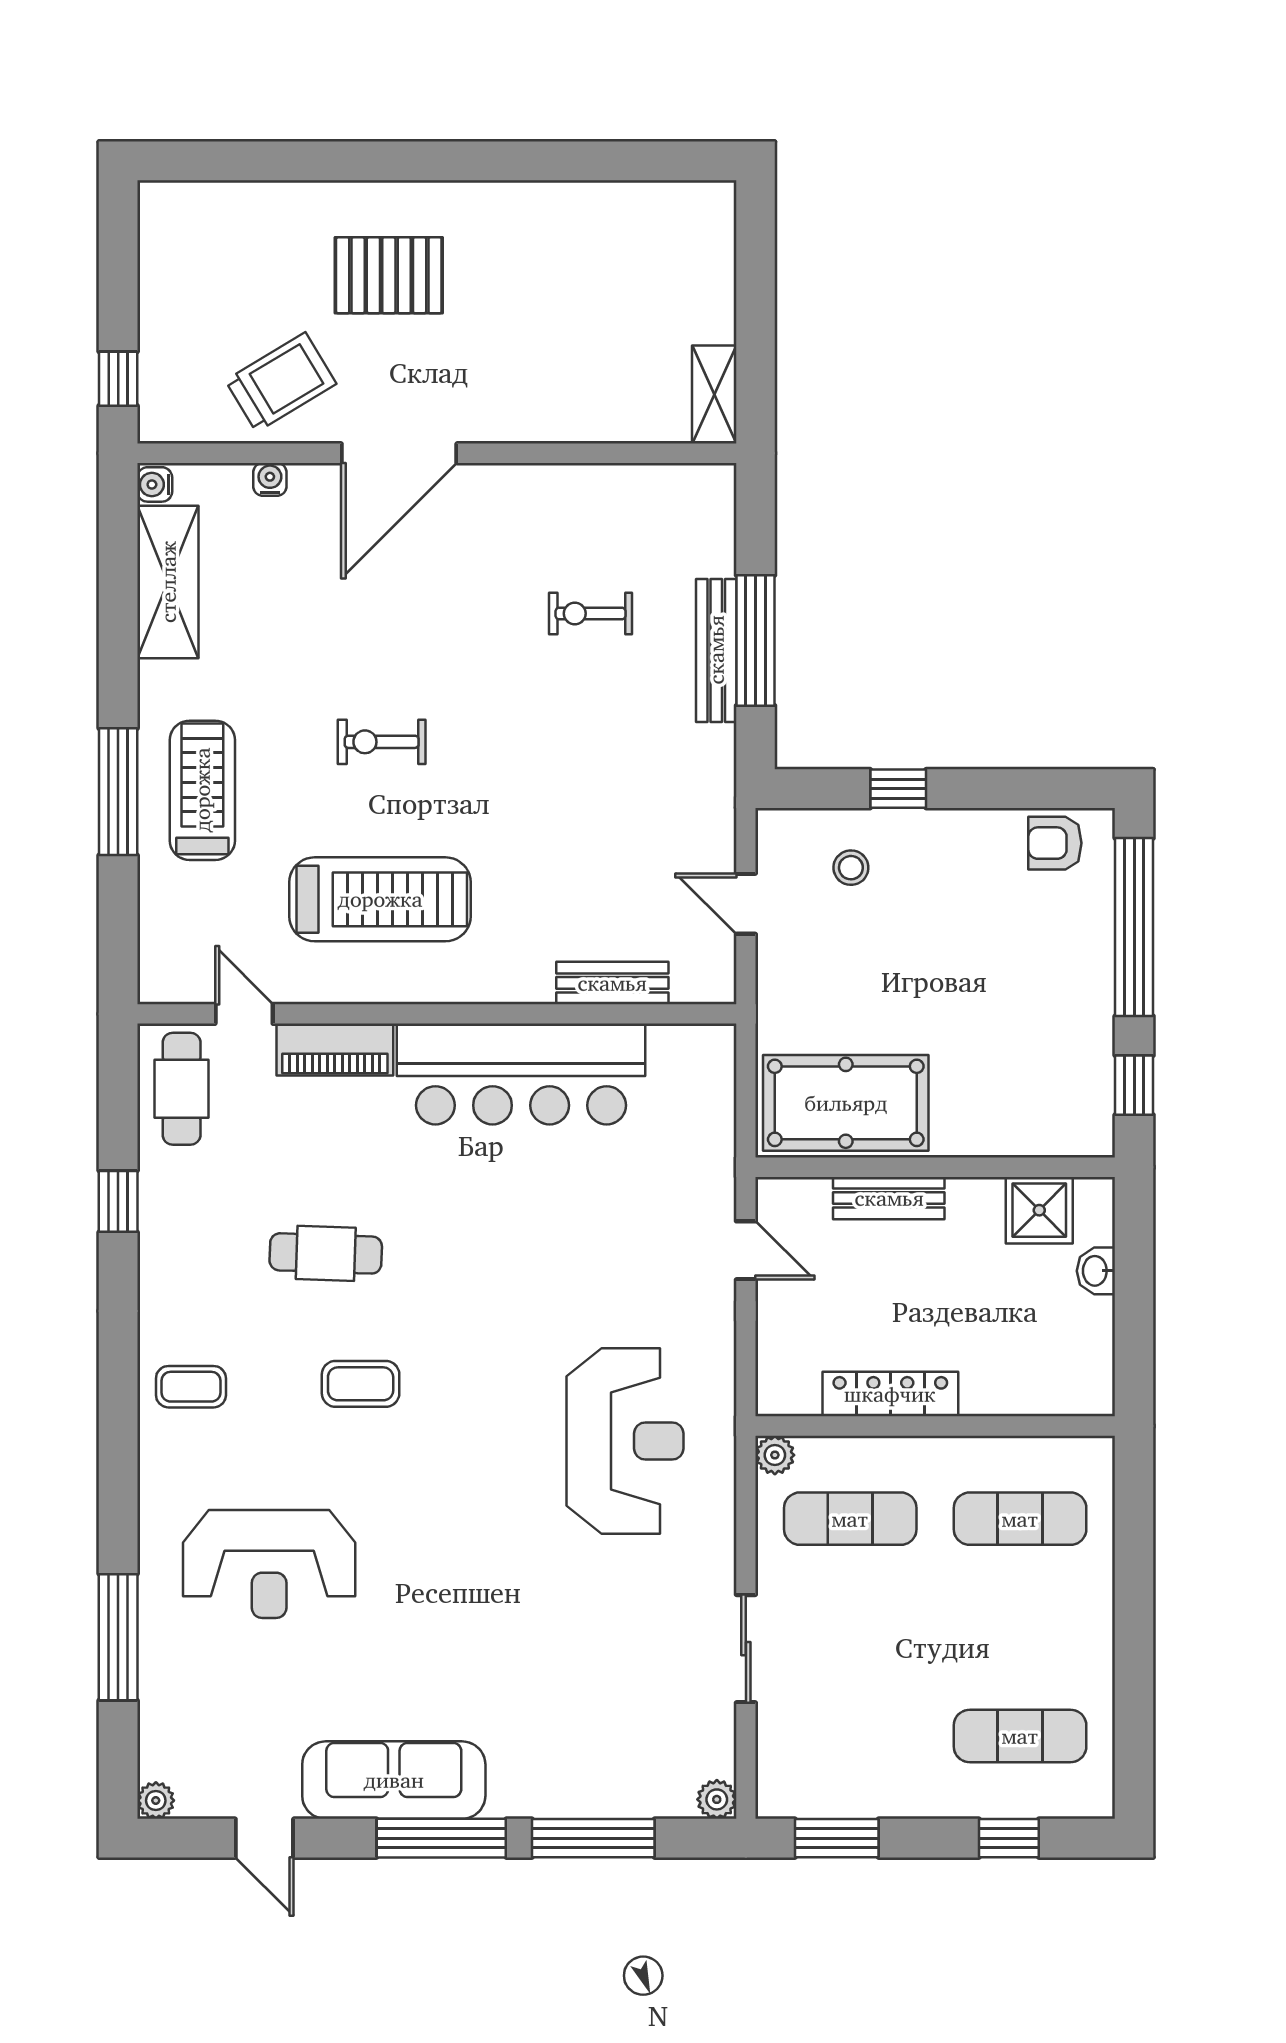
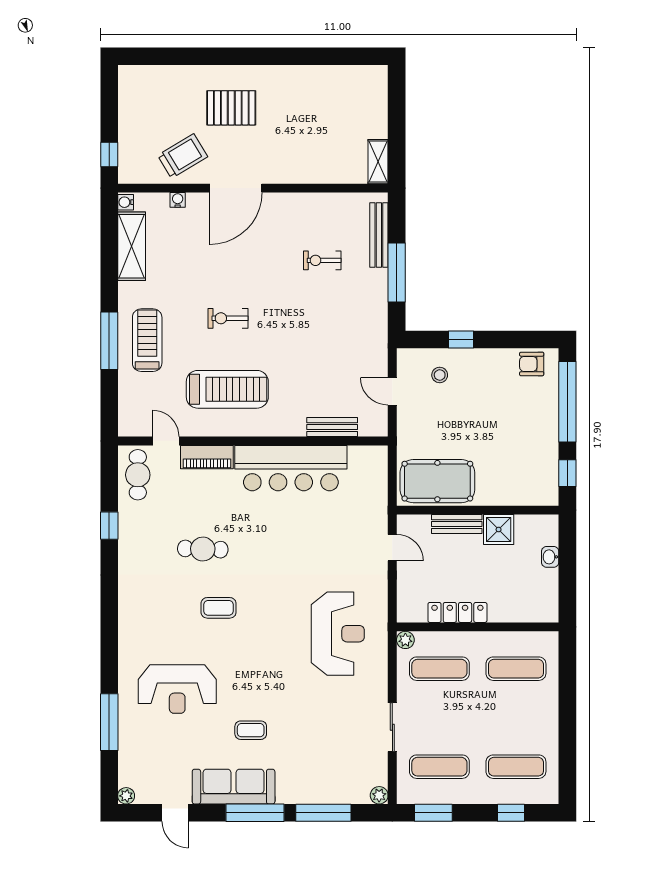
bench: (716, 650) -> (379, 235), moved
shower: (1039, 1210) -> (499, 530), moved
coffee table: (191, 1387) -> (251, 730), moved
exercise mat: (850, 1736) -> (439, 767), added

